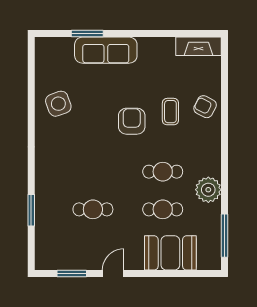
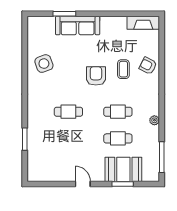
plant: (208, 190) -> (154, 120), width x0.53, depth x0.53
cafe table: (93, 209) -> (68, 112), moved
window: (72, 274) -> (123, 184), moved
door: (113, 274) -> (83, 184), hinge flipped

